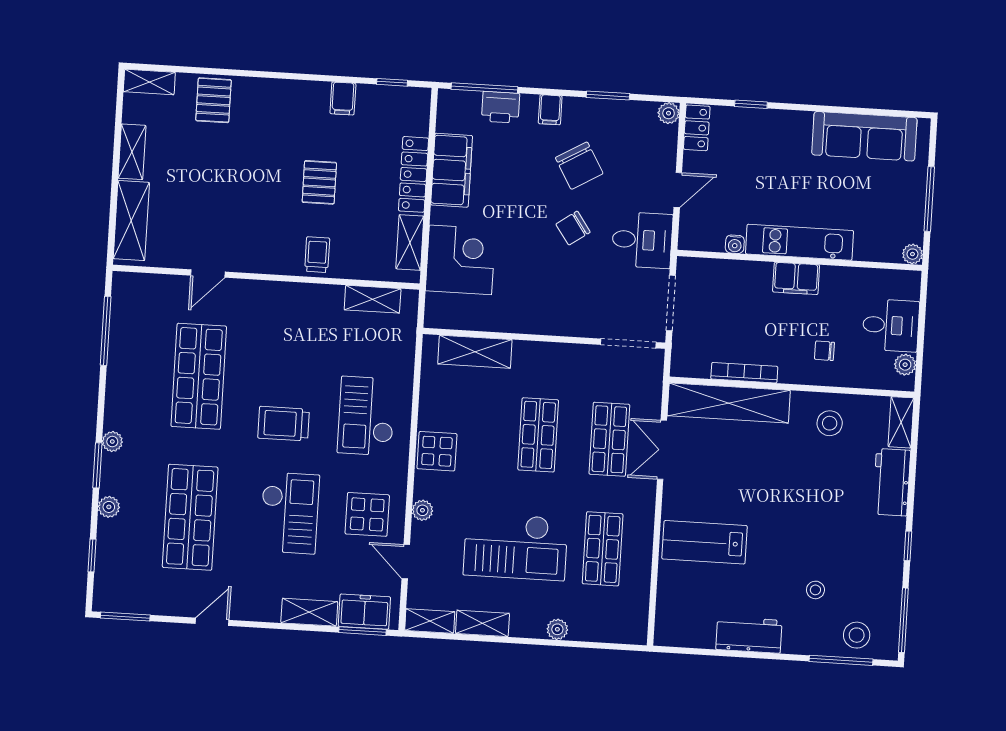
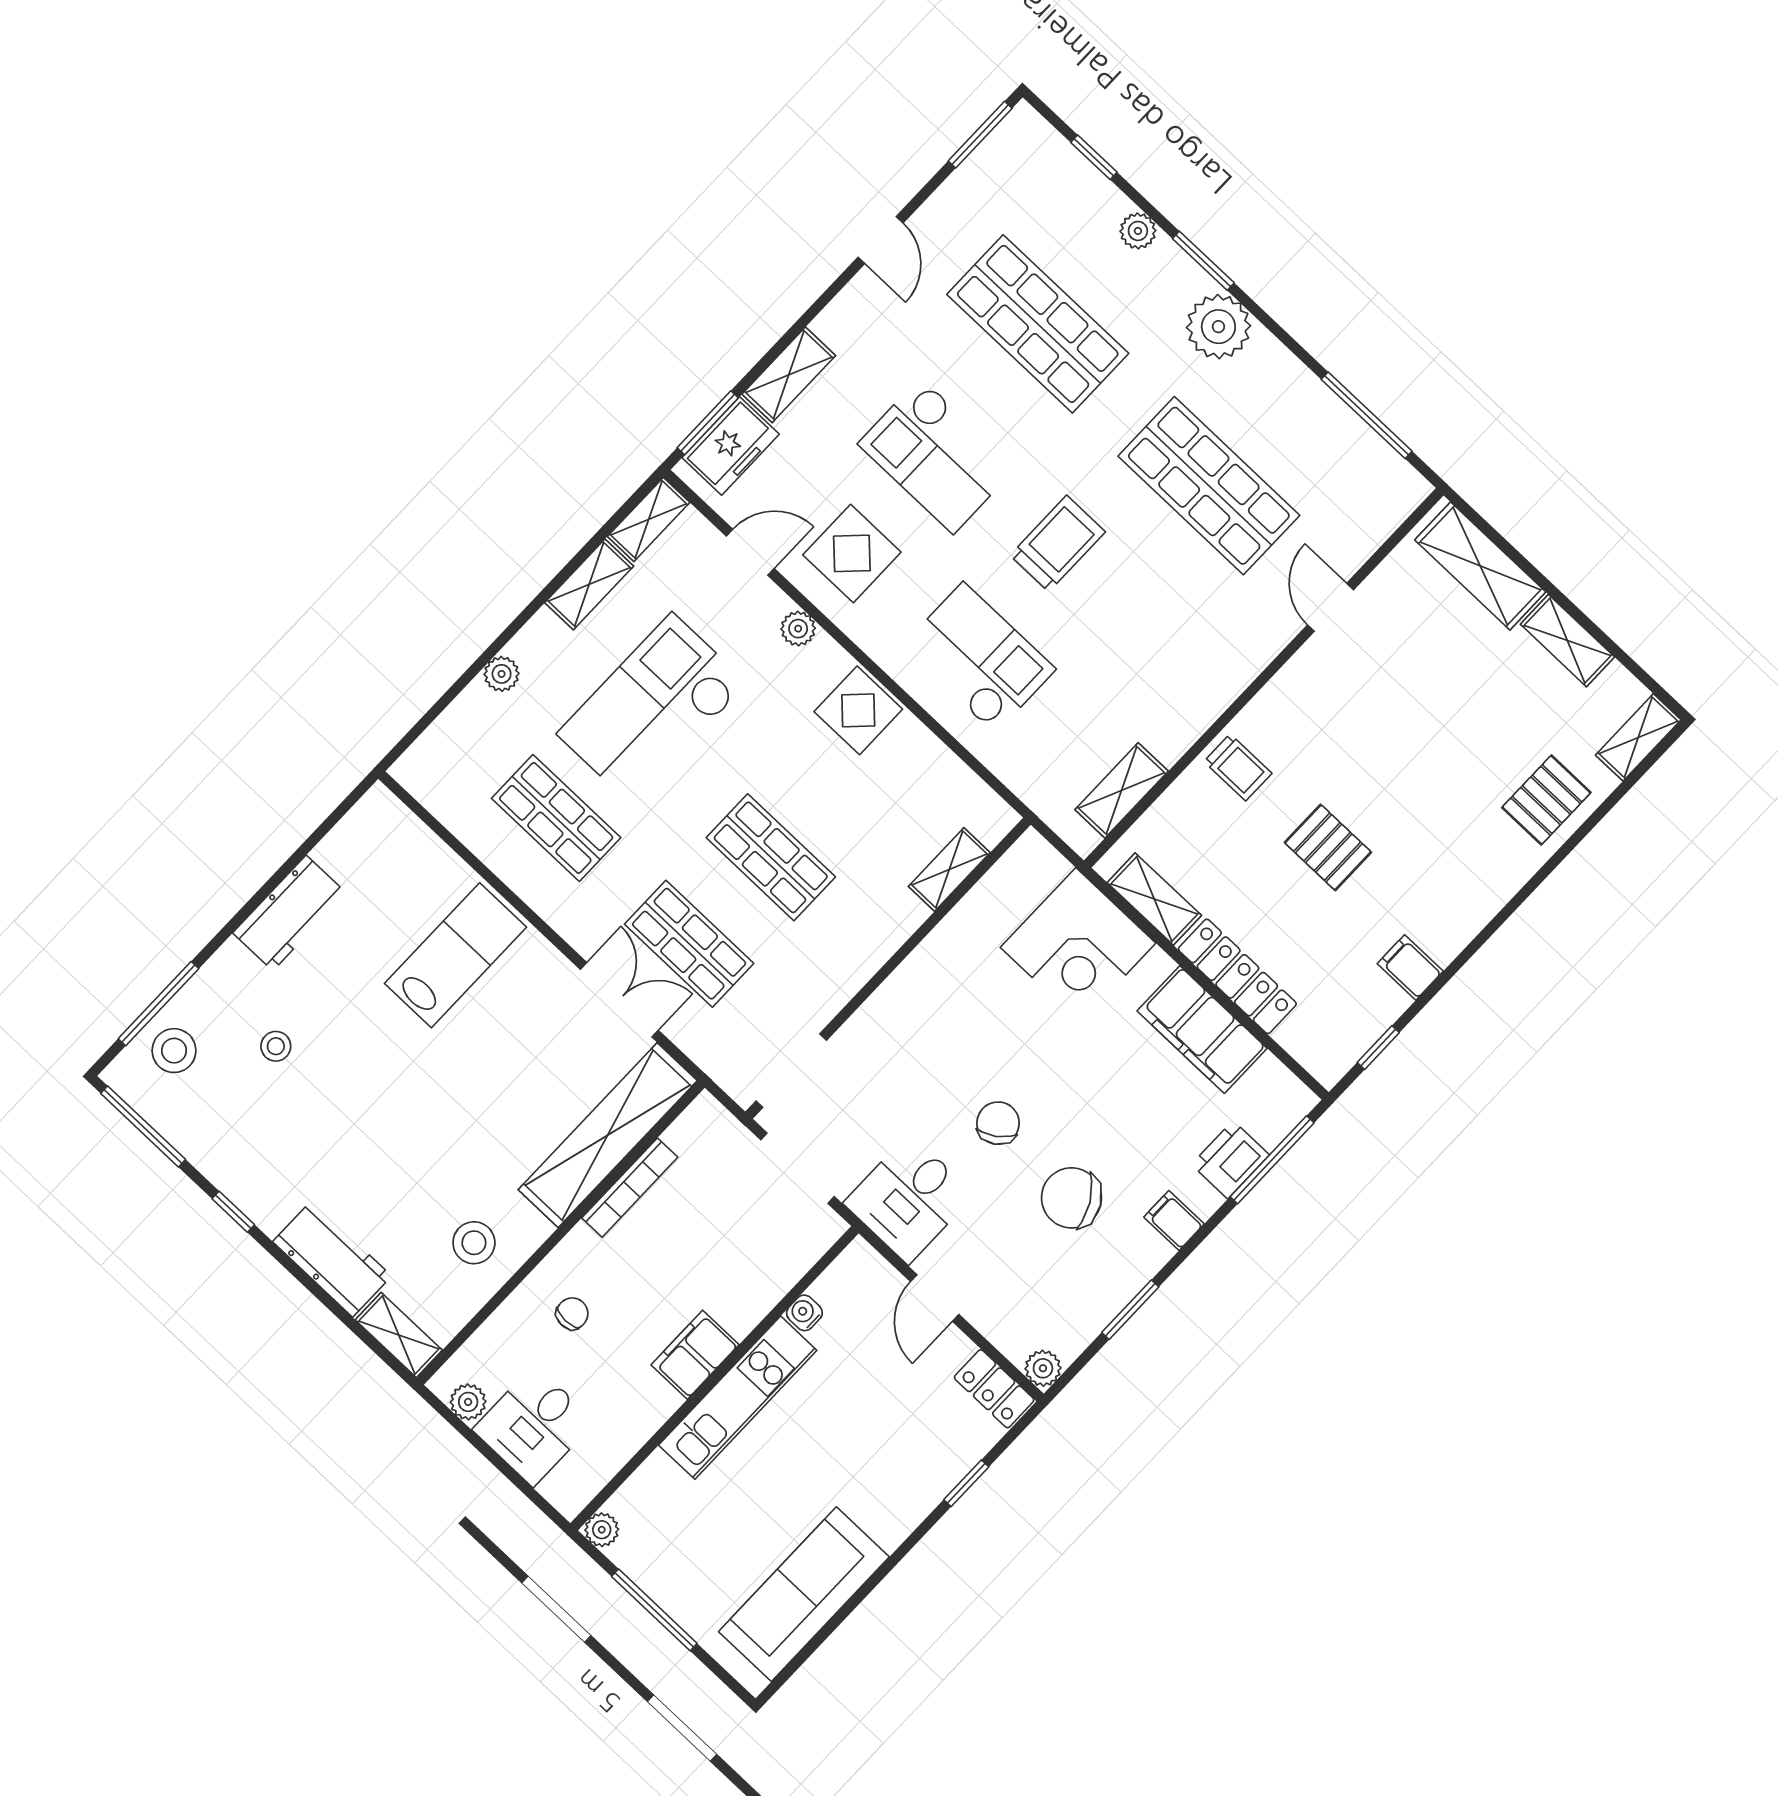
pallet: (214, 100) -> (1546, 800), turned 90
shelving: (475, 352) -> (949, 869), width x0.67, depth x0.75
plant: (112, 442) -> (1218, 327), width x1.87, depth x1.87

